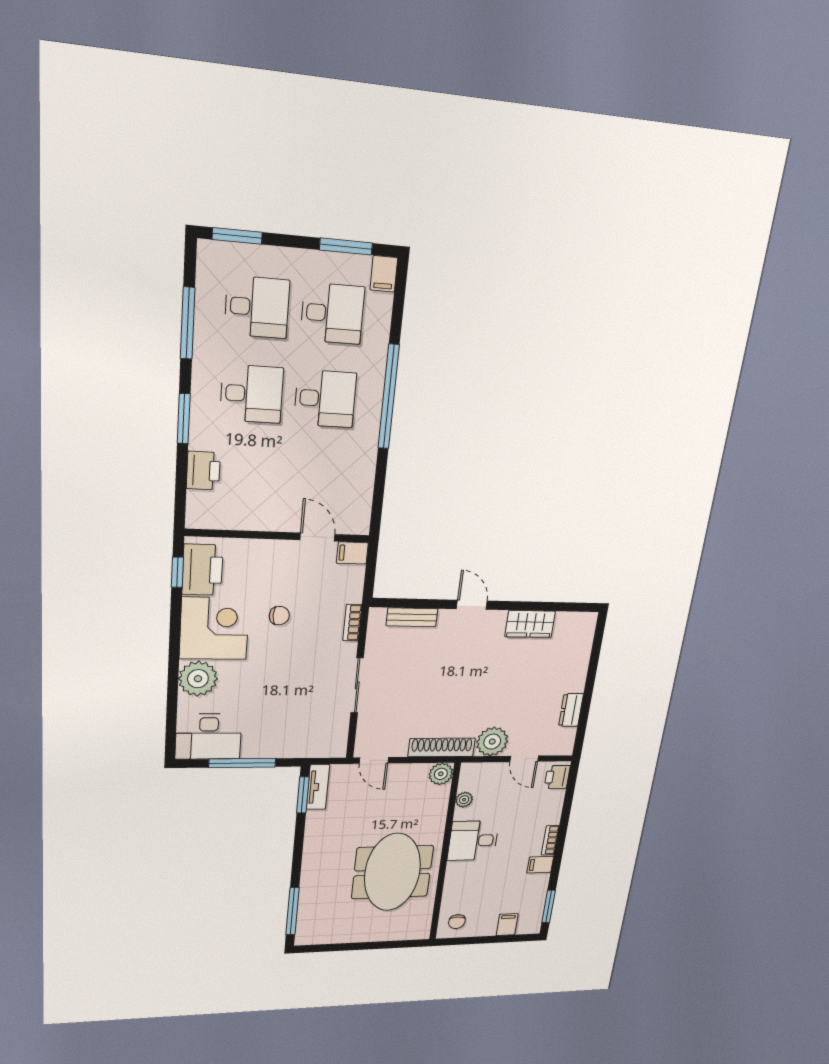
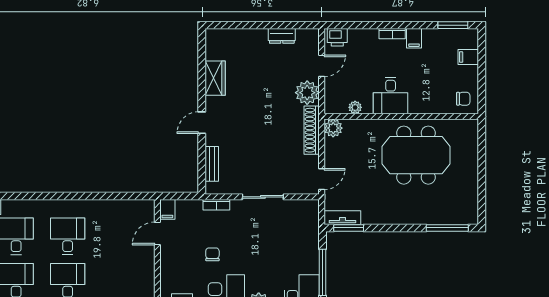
window: (389, 397) -> (64, 196), removed

